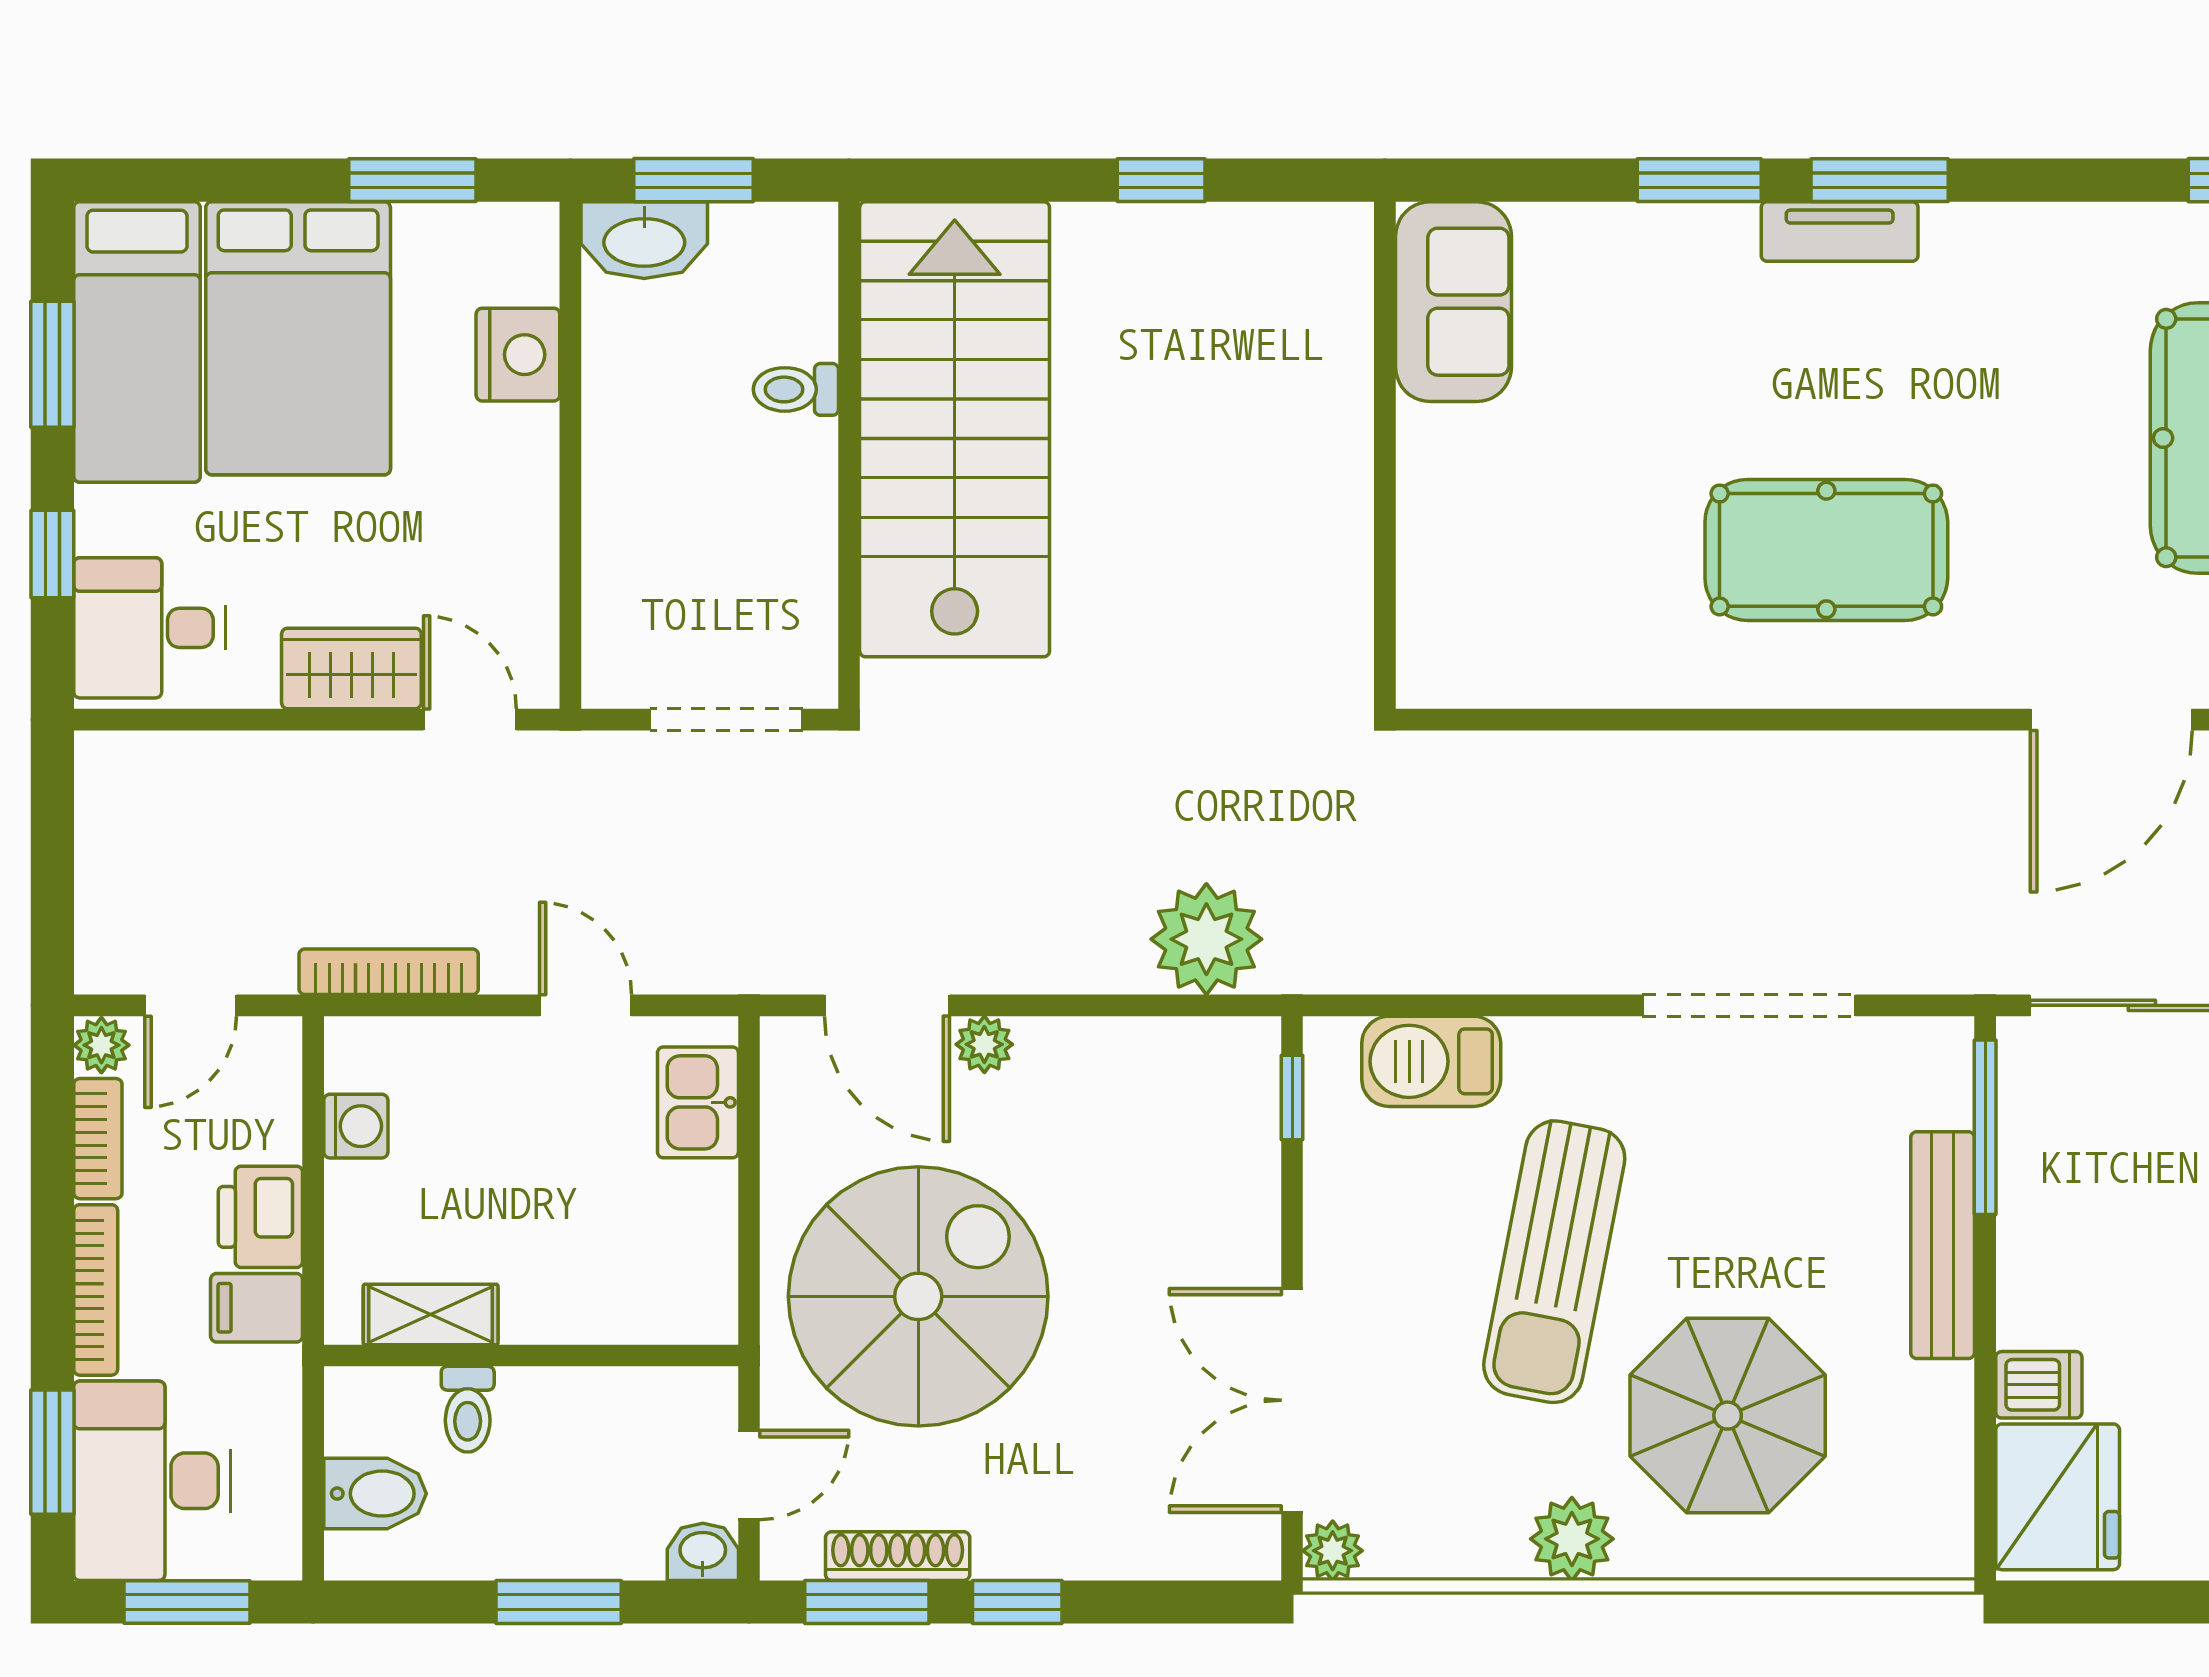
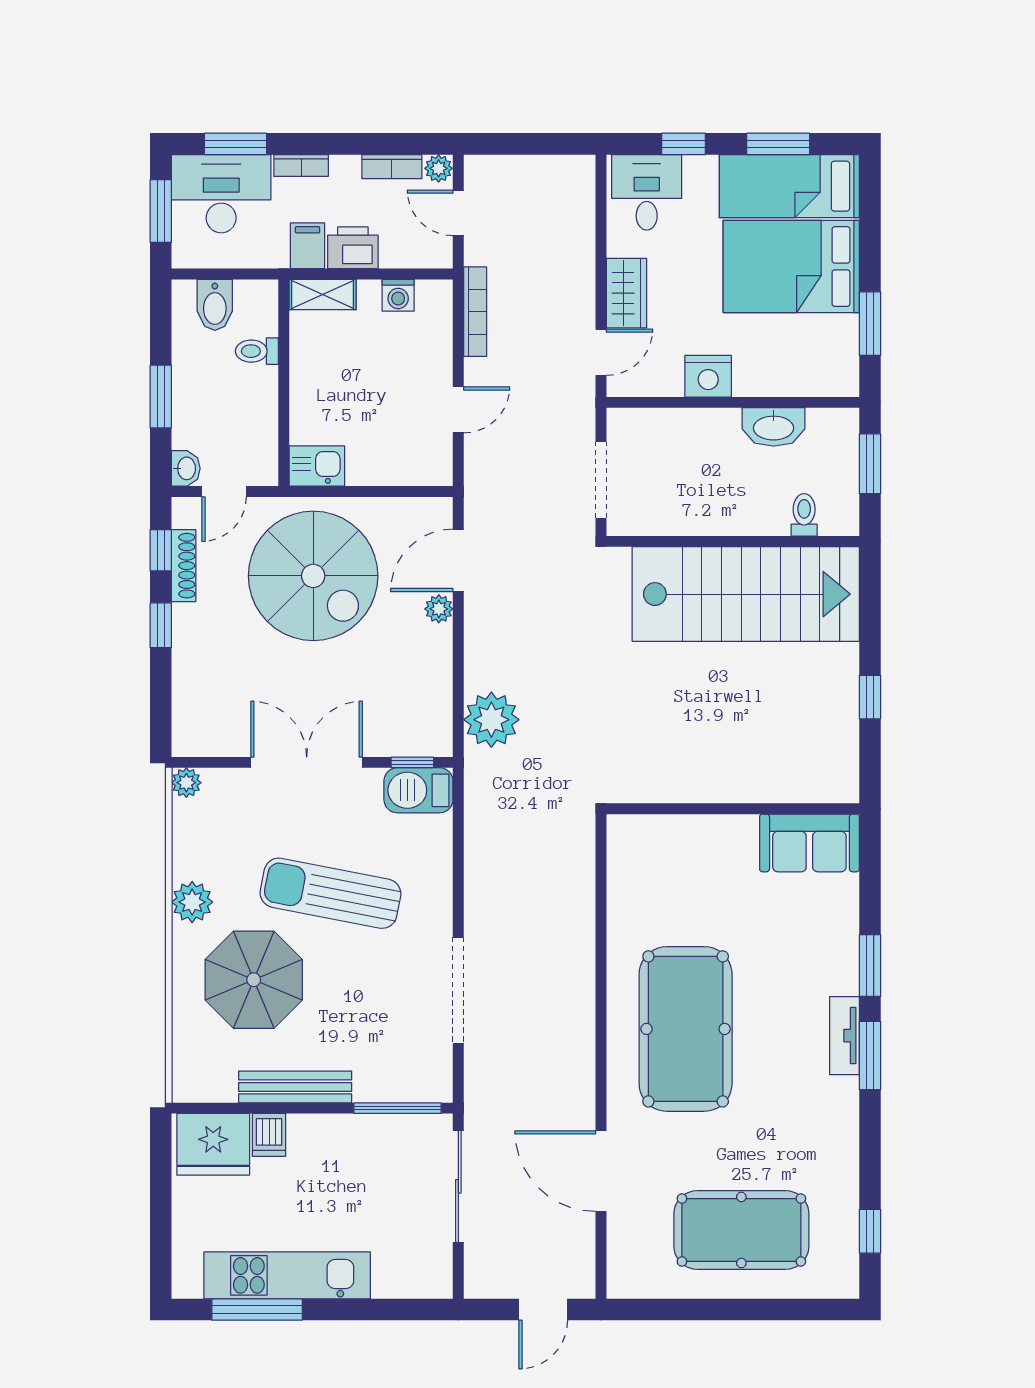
washbasin: (644, 240) -> (774, 427), moved, turned -90
nightstand: (518, 355) -> (708, 376), moved
toilet: (796, 389) -> (804, 515), moved
pool table: (1826, 550) -> (686, 1029), width x1.36, depth x1.32
barbecue: (1431, 1061) -> (418, 790), moved, turned -90
kitchen sink: (698, 1102) -> (317, 466), moved
bench: (1943, 1245) -> (295, 1087), moved
bookcase: (96, 1290) -> (301, 166), width x0.64
shelving: (431, 1314) -> (323, 294), moved, turned 90
double door: (1292, 1400) -> (307, 762), moved
door: (749, 1475) -> (224, 491), hinge flipped
window: (867, 1602) -> (161, 550), width x0.67

